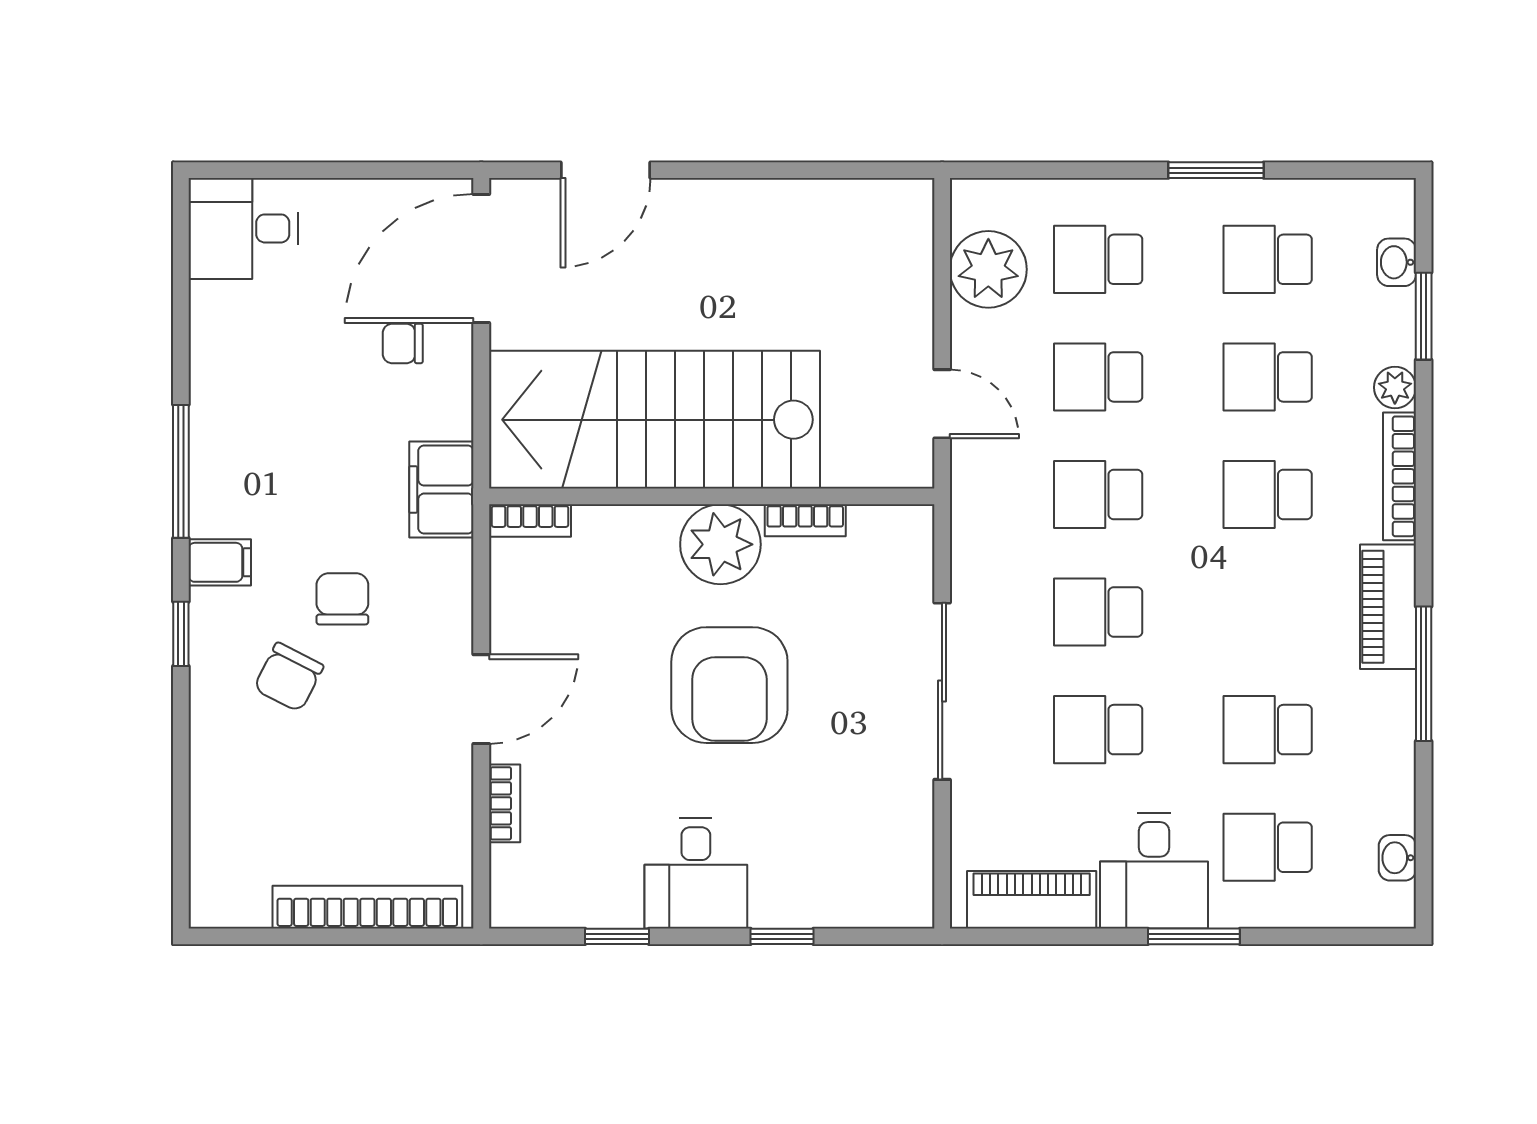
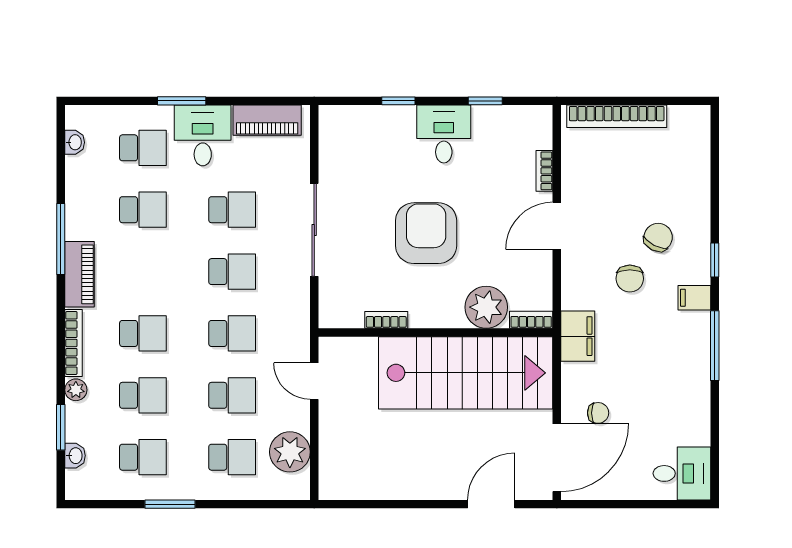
plant: (720, 544) -> (486, 307), moved

